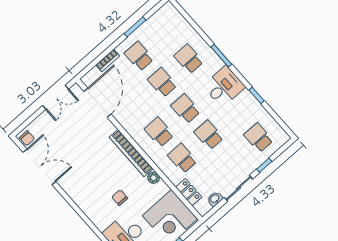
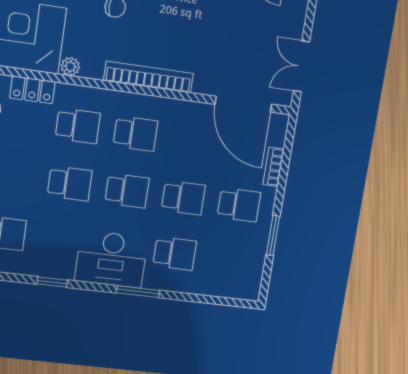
desk: (224, 86) -> (111, 259), width x1.37
plant: (154, 178) -> (70, 67), moved

